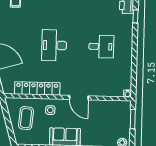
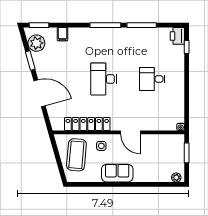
desk: (101, 47) -> (152, 79), turned 180
coffee table: (26, 118) -> (76, 155), width x1.36, depth x1.32

